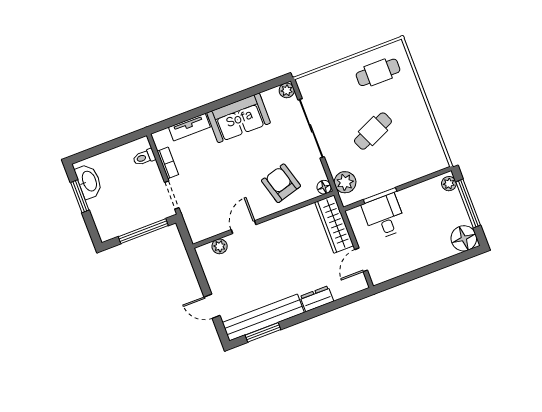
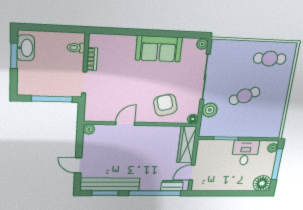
tv unit: (189, 127) -> (120, 40), removed
plant: (345, 182) -> (210, 110), moved
desk: (384, 217) -> (245, 153), moved
plant: (220, 246) -> (89, 129), moved
dresser: (317, 299) -> (172, 186), moved
window: (327, 308) -> (155, 193), added

